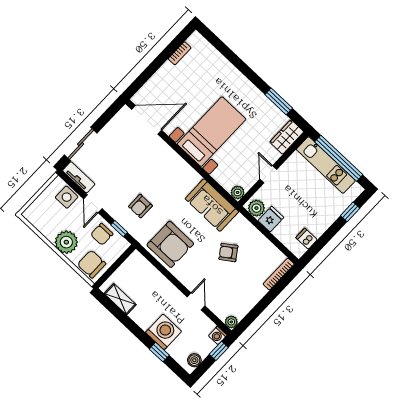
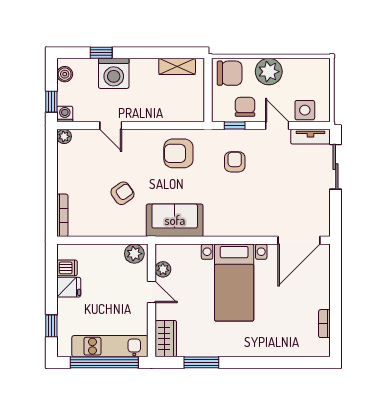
plant: (238, 192) -> (163, 269), moved
fridge: (271, 219) -> (69, 287), moved, turned -90
armchair: (170, 244) -> (178, 153), width x0.73, depth x0.73

